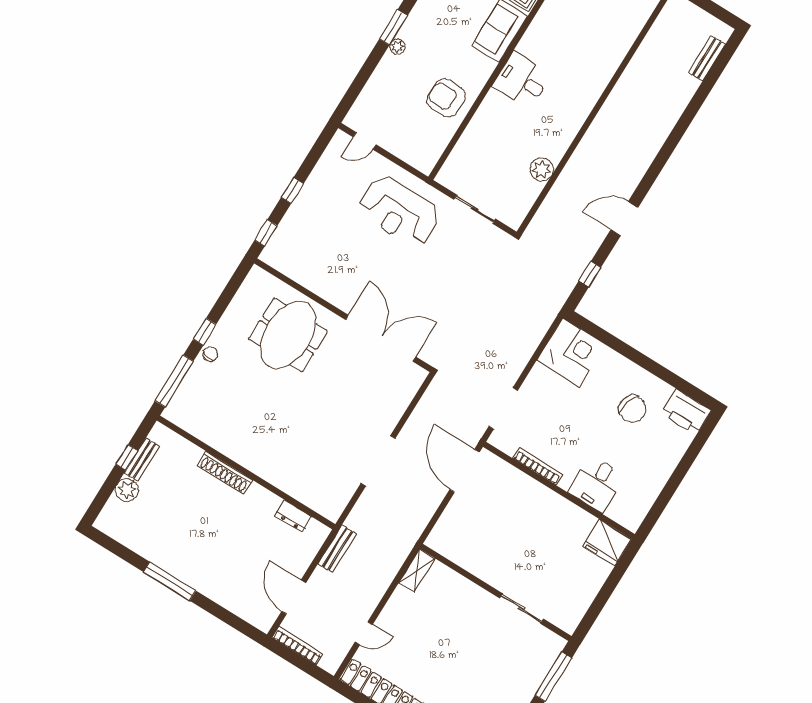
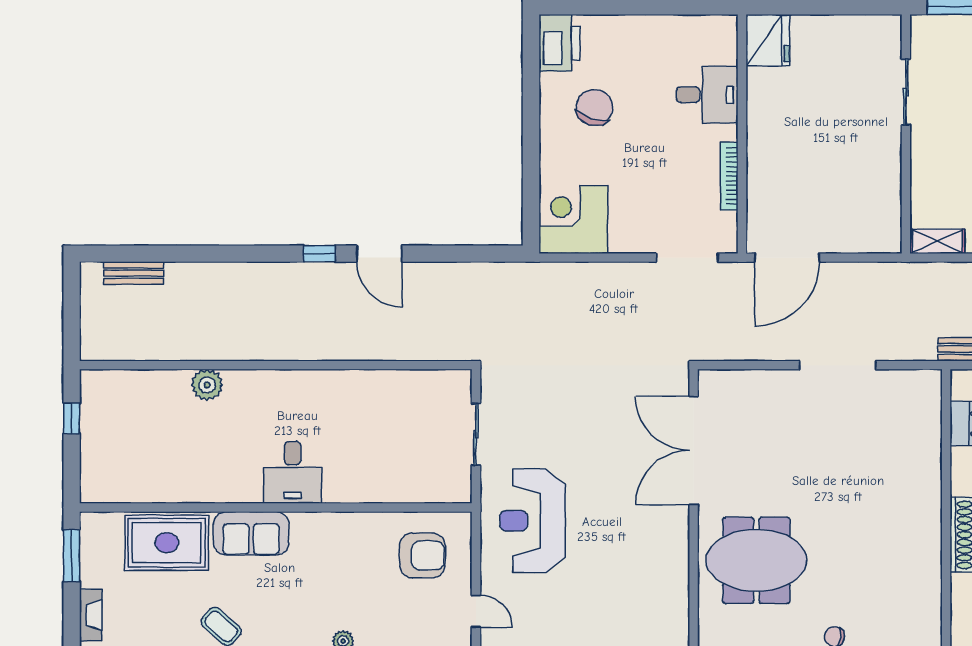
armchair: (446, 98) -> (422, 555), moved, turned -90
plant: (542, 169) -> (207, 385), moved
reception desk: (399, 211) -> (533, 521), turned 180
window: (590, 274) -> (320, 254), moved

